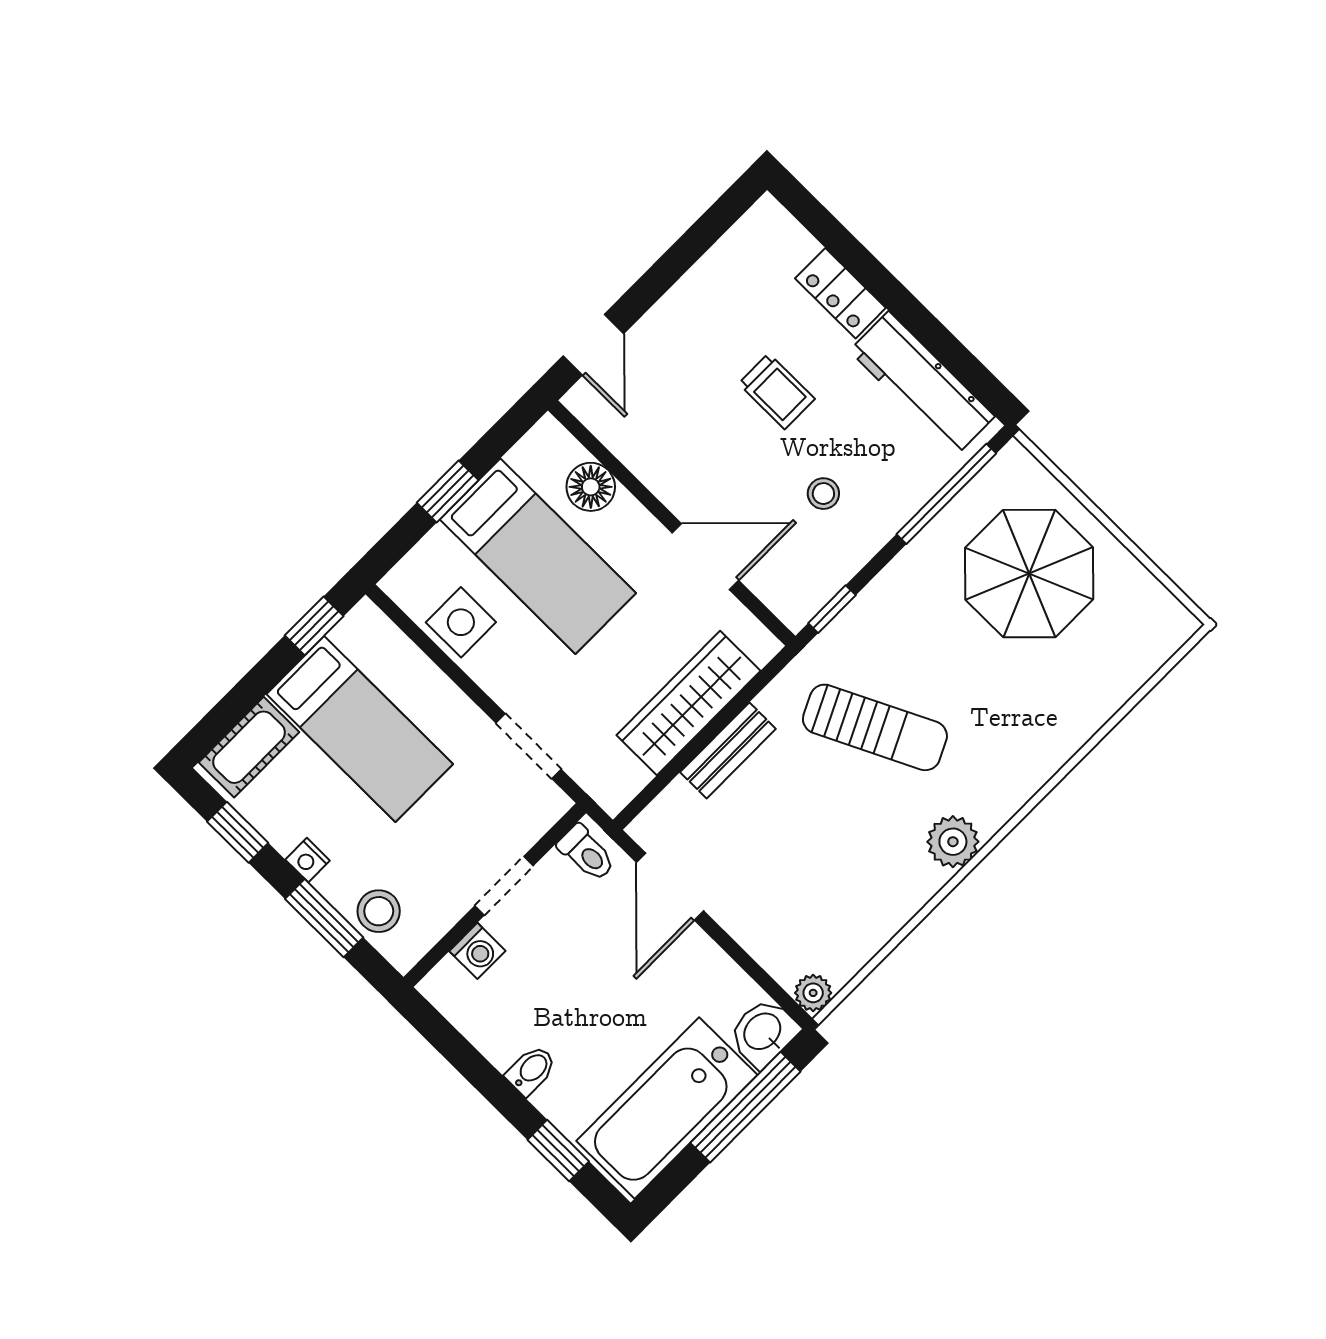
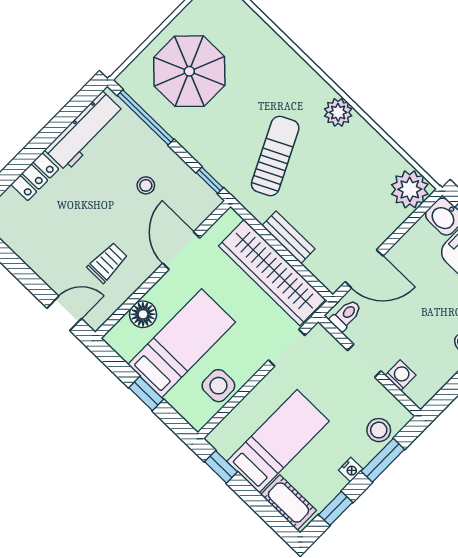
trolley: (777, 391) -> (108, 263), moved
wardrobe: (689, 703) -> (272, 273), width x1.40, depth x1.17
plant: (813, 993) -> (410, 189), width x1.88, depth x1.88

